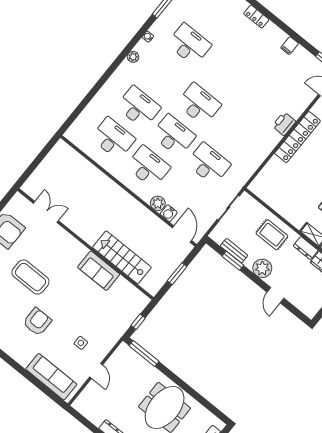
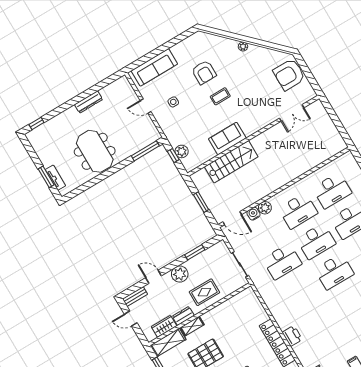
bench: (234, 251) -> (135, 297), moved
coffee table: (30, 277) -> (220, 96), moved, width x0.54, depth x0.58
plant: (130, 314) -> (182, 151), added

